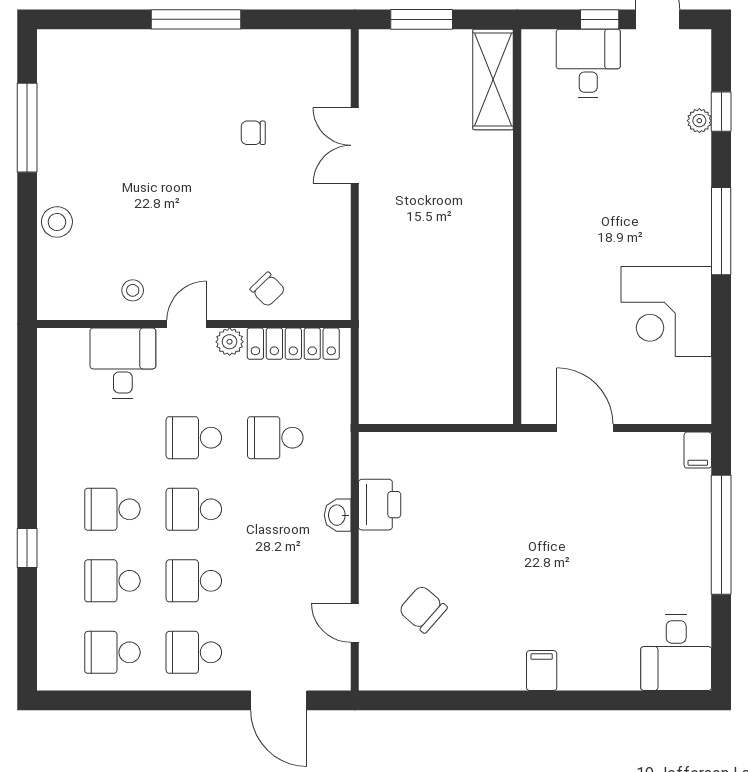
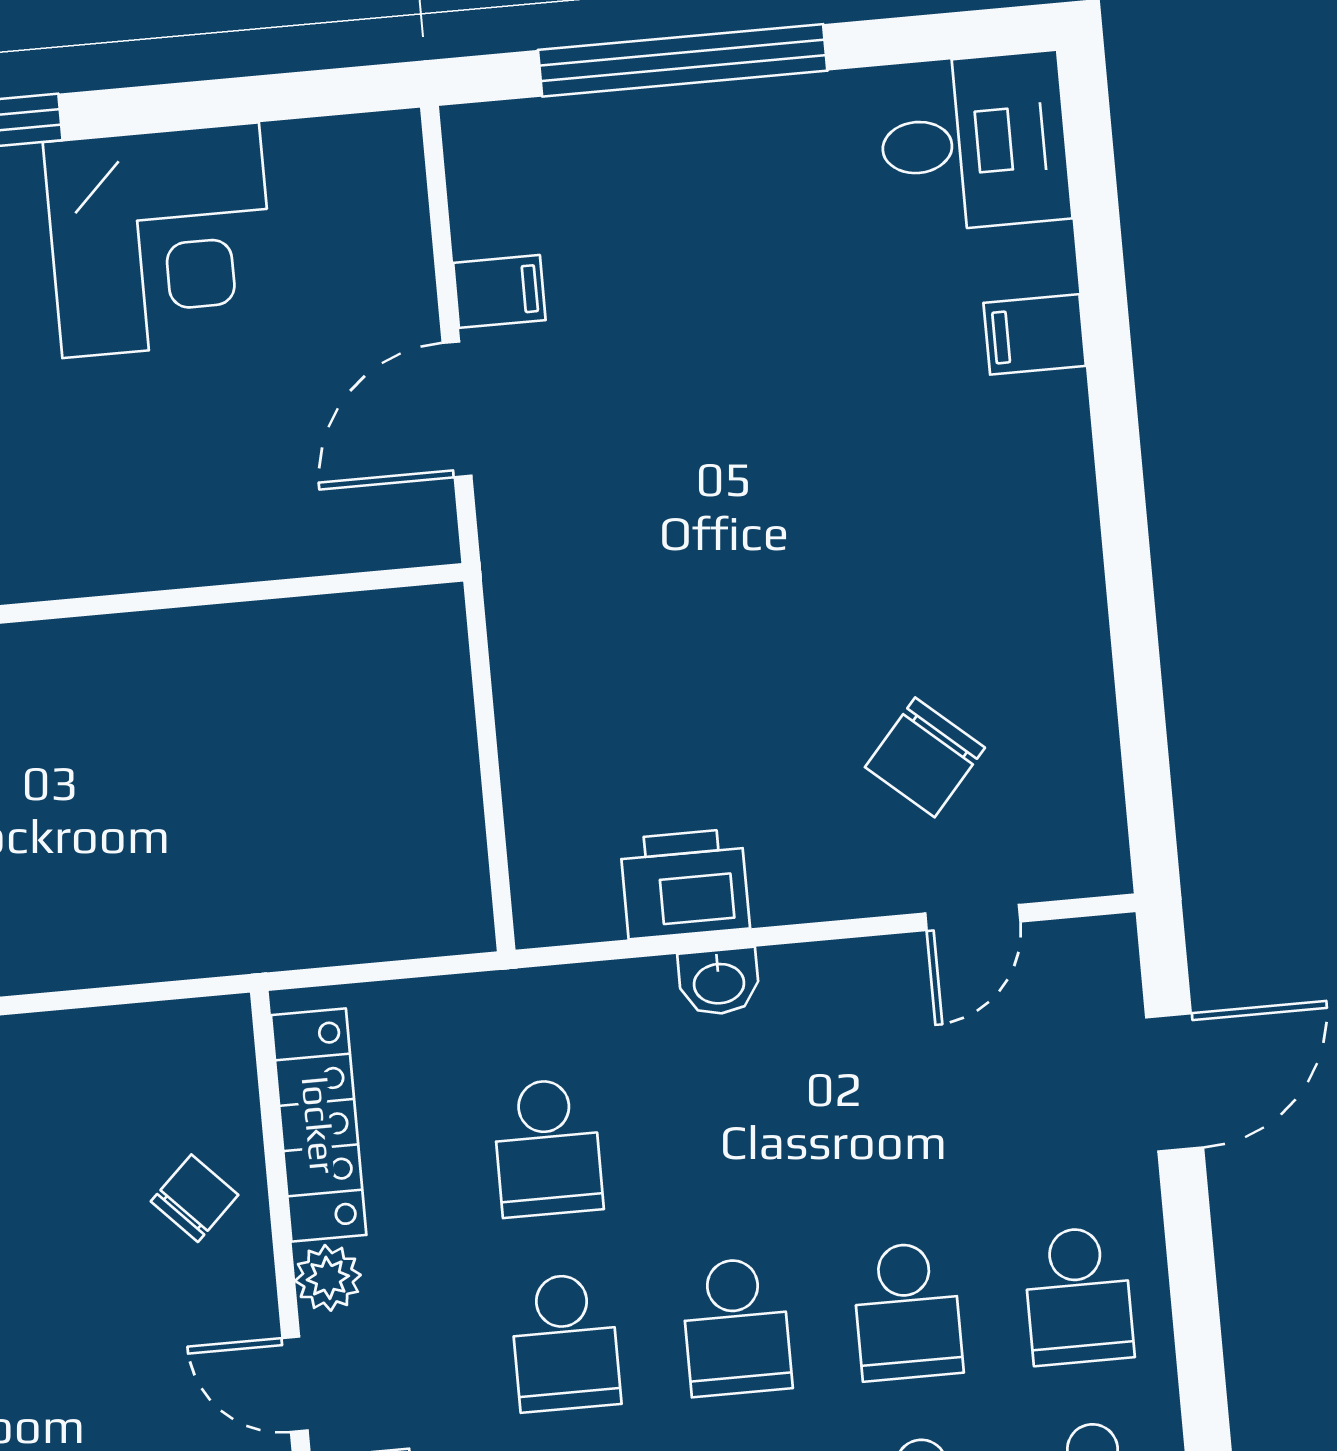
filing cabinet: (698, 450) -> (499, 291), moved
filing cabinet: (542, 671) -> (1035, 334), moved

